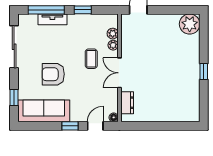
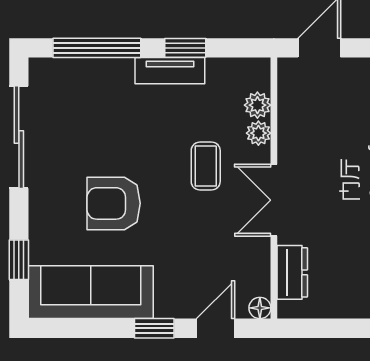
tv unit: (52, 19) -> (170, 71), moved

